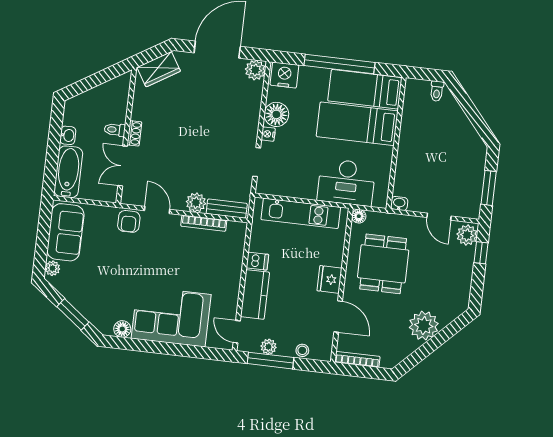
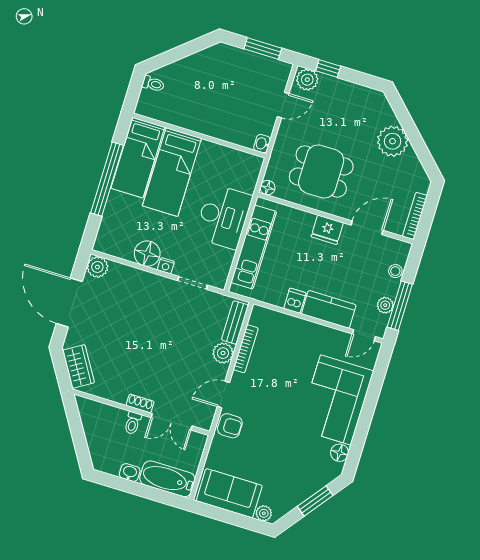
nightstand: (284, 75) -> (108, 238), removed
desk: (346, 182) -> (223, 217), moved

